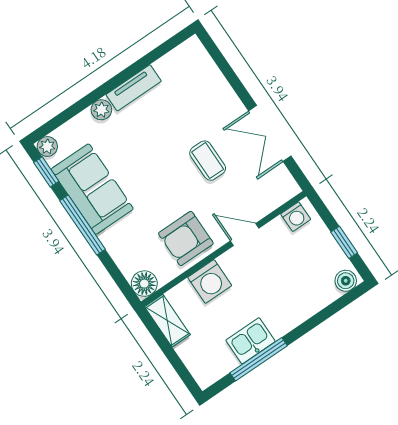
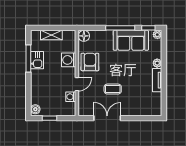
washing machine: (296, 217) -> (71, 97), moved
shelving: (167, 321) -> (51, 35), moved

